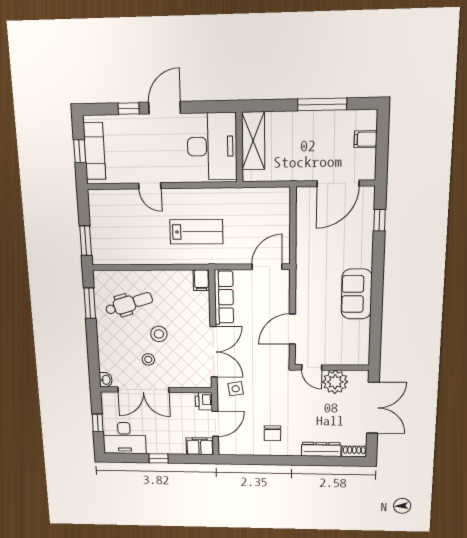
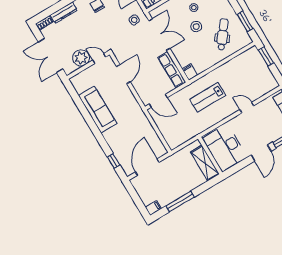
filing cabinet: (366, 139) -> (153, 208), moved
door: (267, 267) -> (158, 101), hinge flipped
sofa: (357, 294) -> (98, 110), width x1.36
dental chair: (129, 304) -> (223, 34), turned 144
double door: (214, 352) -> (159, 34), swing flipped

